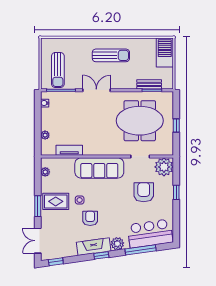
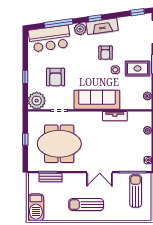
tv unit: (69, 150) -> (115, 116), moved

